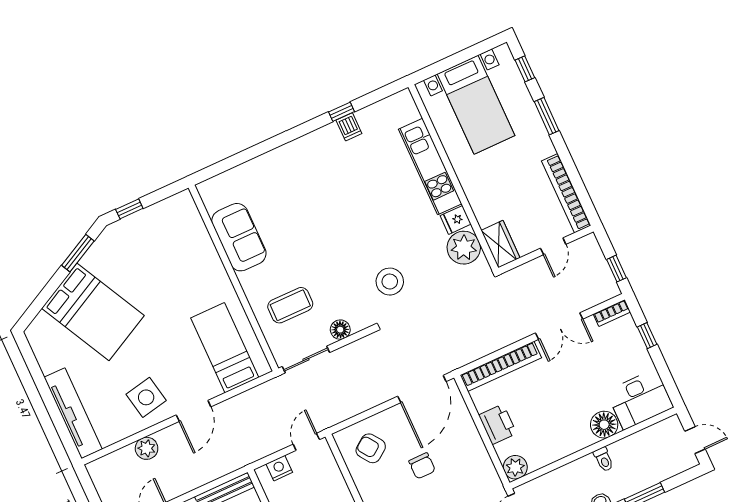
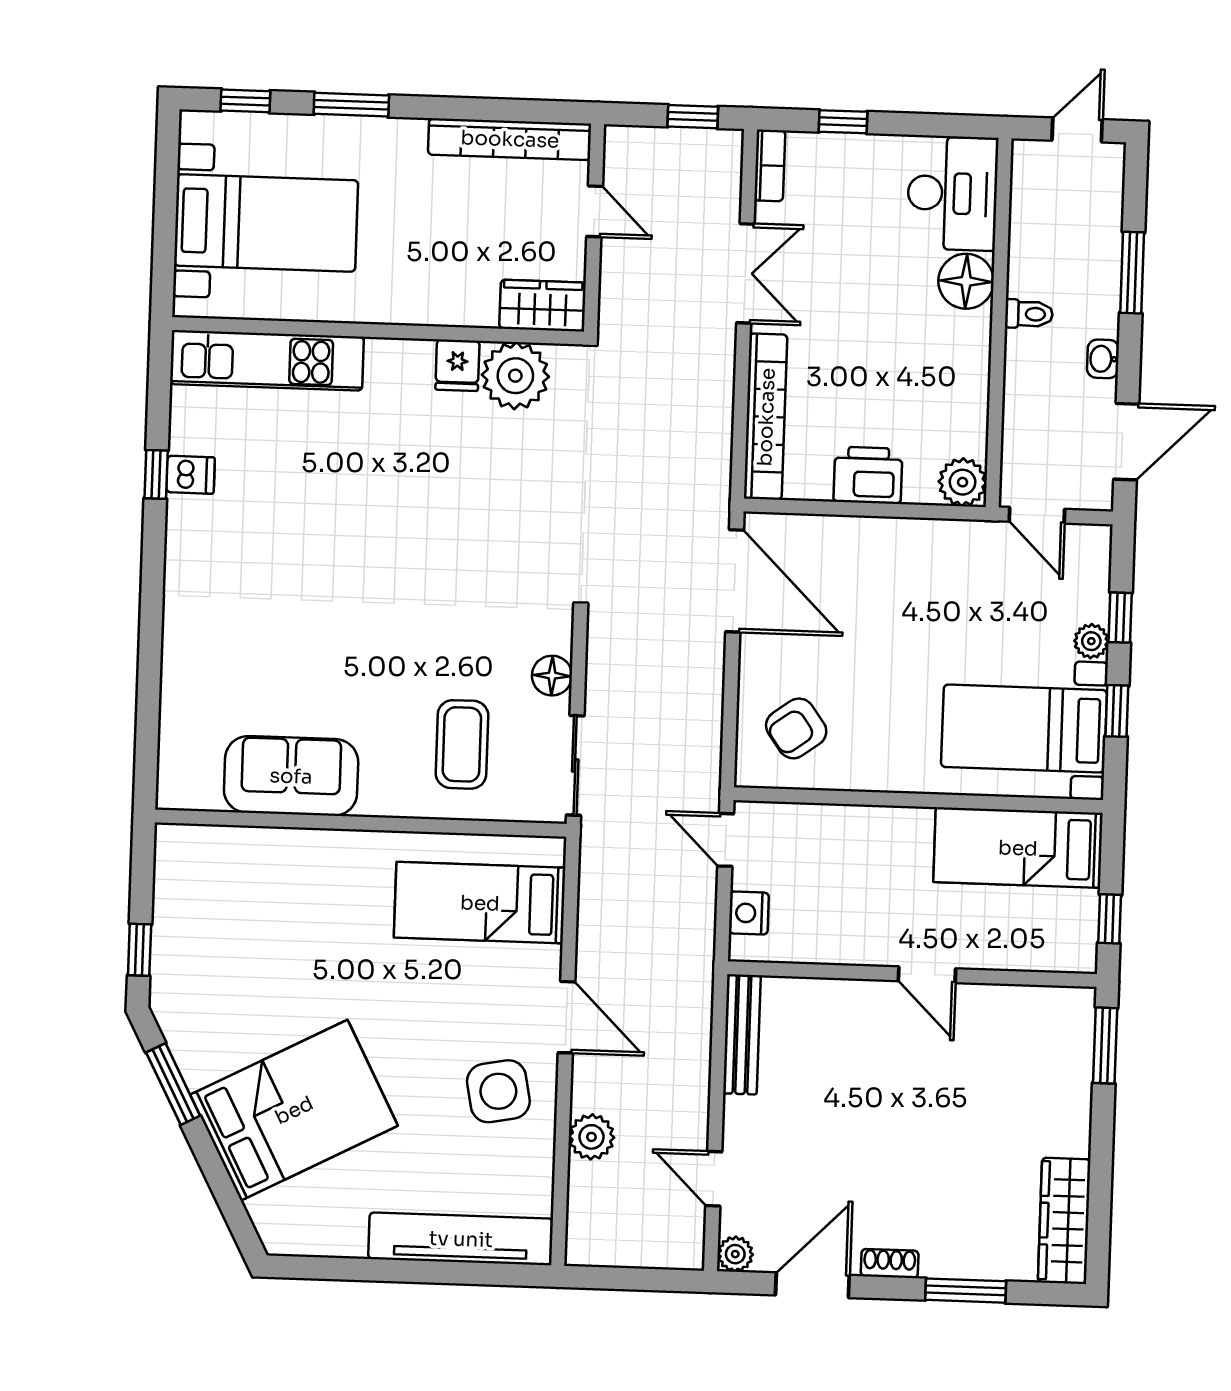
kitchen unit: (430, 166) -> (267, 360), moved
stool: (390, 282) -> (510, 541), removed
chair: (422, 466) -> (875, 651), removed

